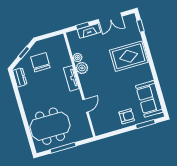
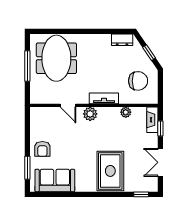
fireplace: (89, 31) -> (152, 120), moved
chair: (40, 62) -> (138, 81), moved
plant: (82, 68) -> (90, 114), moved

